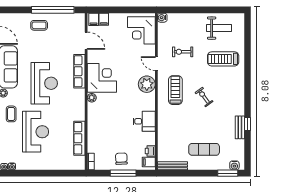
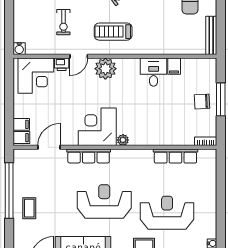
printer: (150, 151) -> (62, 64), moved
filing cabinet: (149, 162) -> (174, 66), moved

